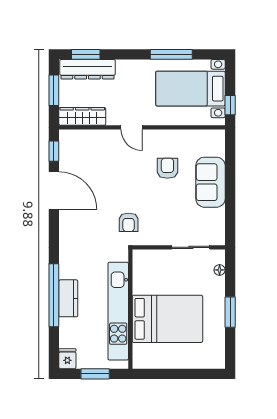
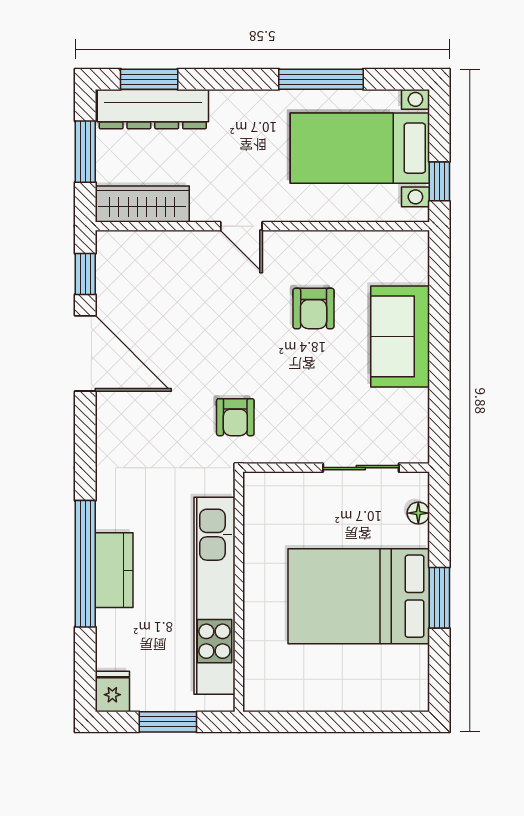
armchair: (167, 168) -> (314, 308), turned 180
bed: (167, 319) -> (359, 596), moved, turned 180

